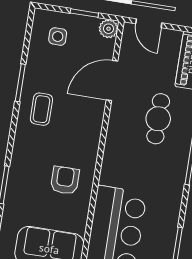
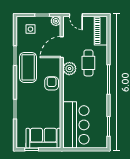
coffee table: (41, 109) -> (28, 67), width x1.86, depth x1.72
plant: (120, 124) -> (69, 69), added
armchair: (65, 180) -> (52, 83), moved

